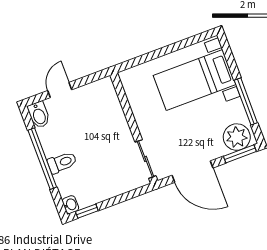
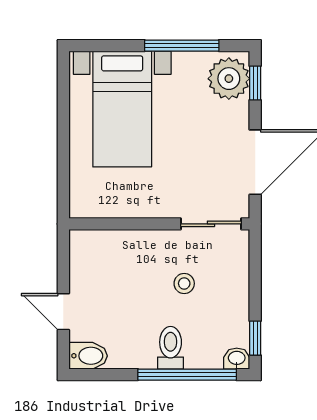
window: (240, 154) -> (255, 83), width x0.67
stool: (104, 156) -> (184, 283), added
window: (42, 159) -> (187, 375), moved

